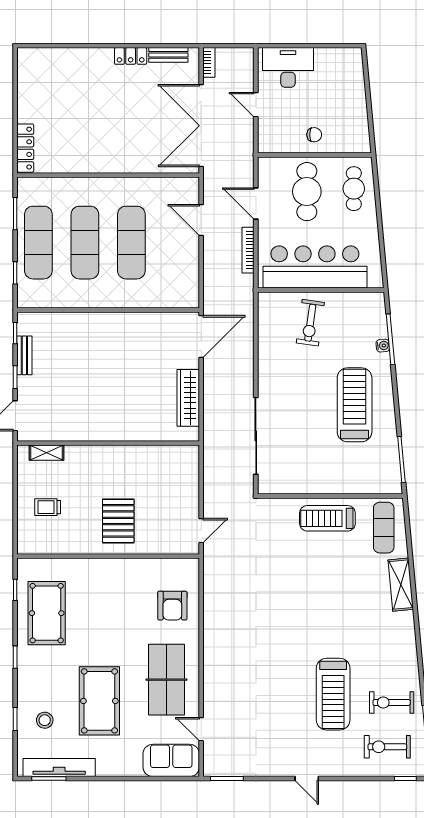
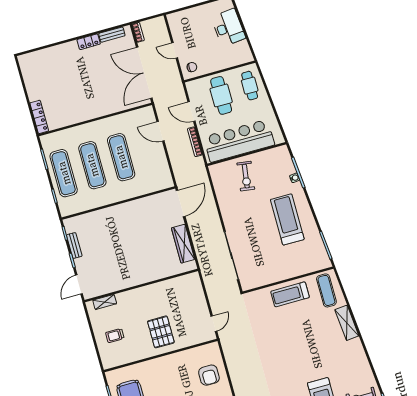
desk: (288, 67) -> (228, 28), moved, turned 85
chair: (314, 135) -> (192, 67), moved

